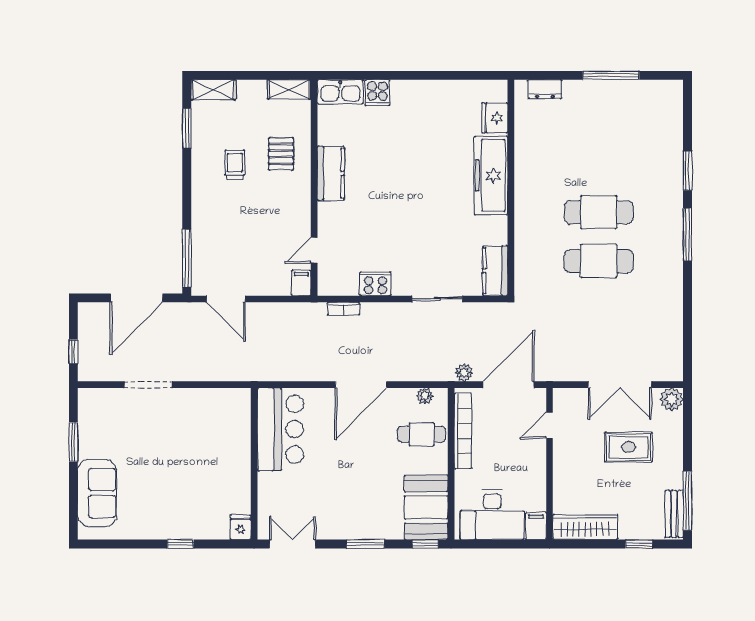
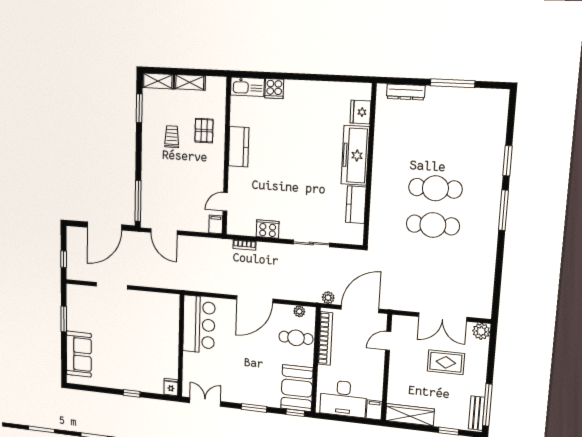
shelving: (289, 89) -> (190, 82), moved
dresser: (545, 89) -> (406, 92), width x1.44
kitchen counter: (495, 271) -> (356, 205), moved

